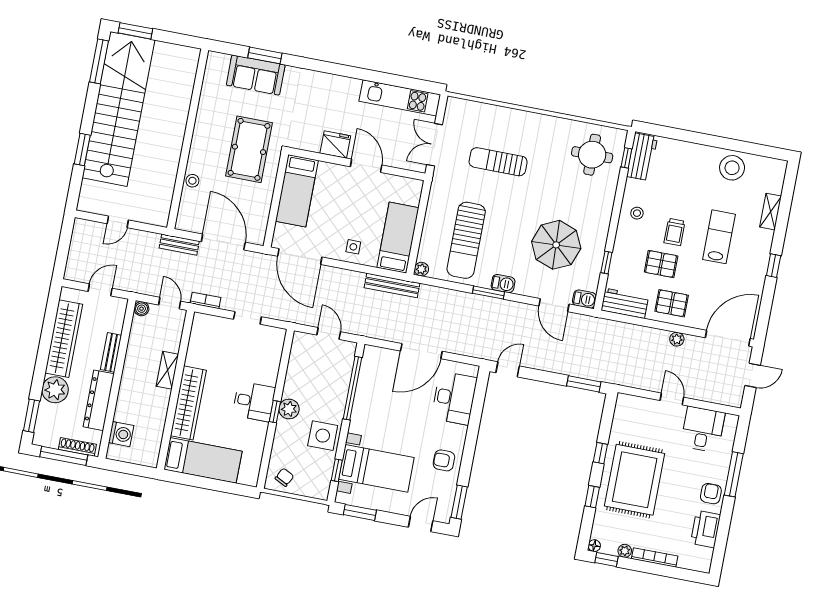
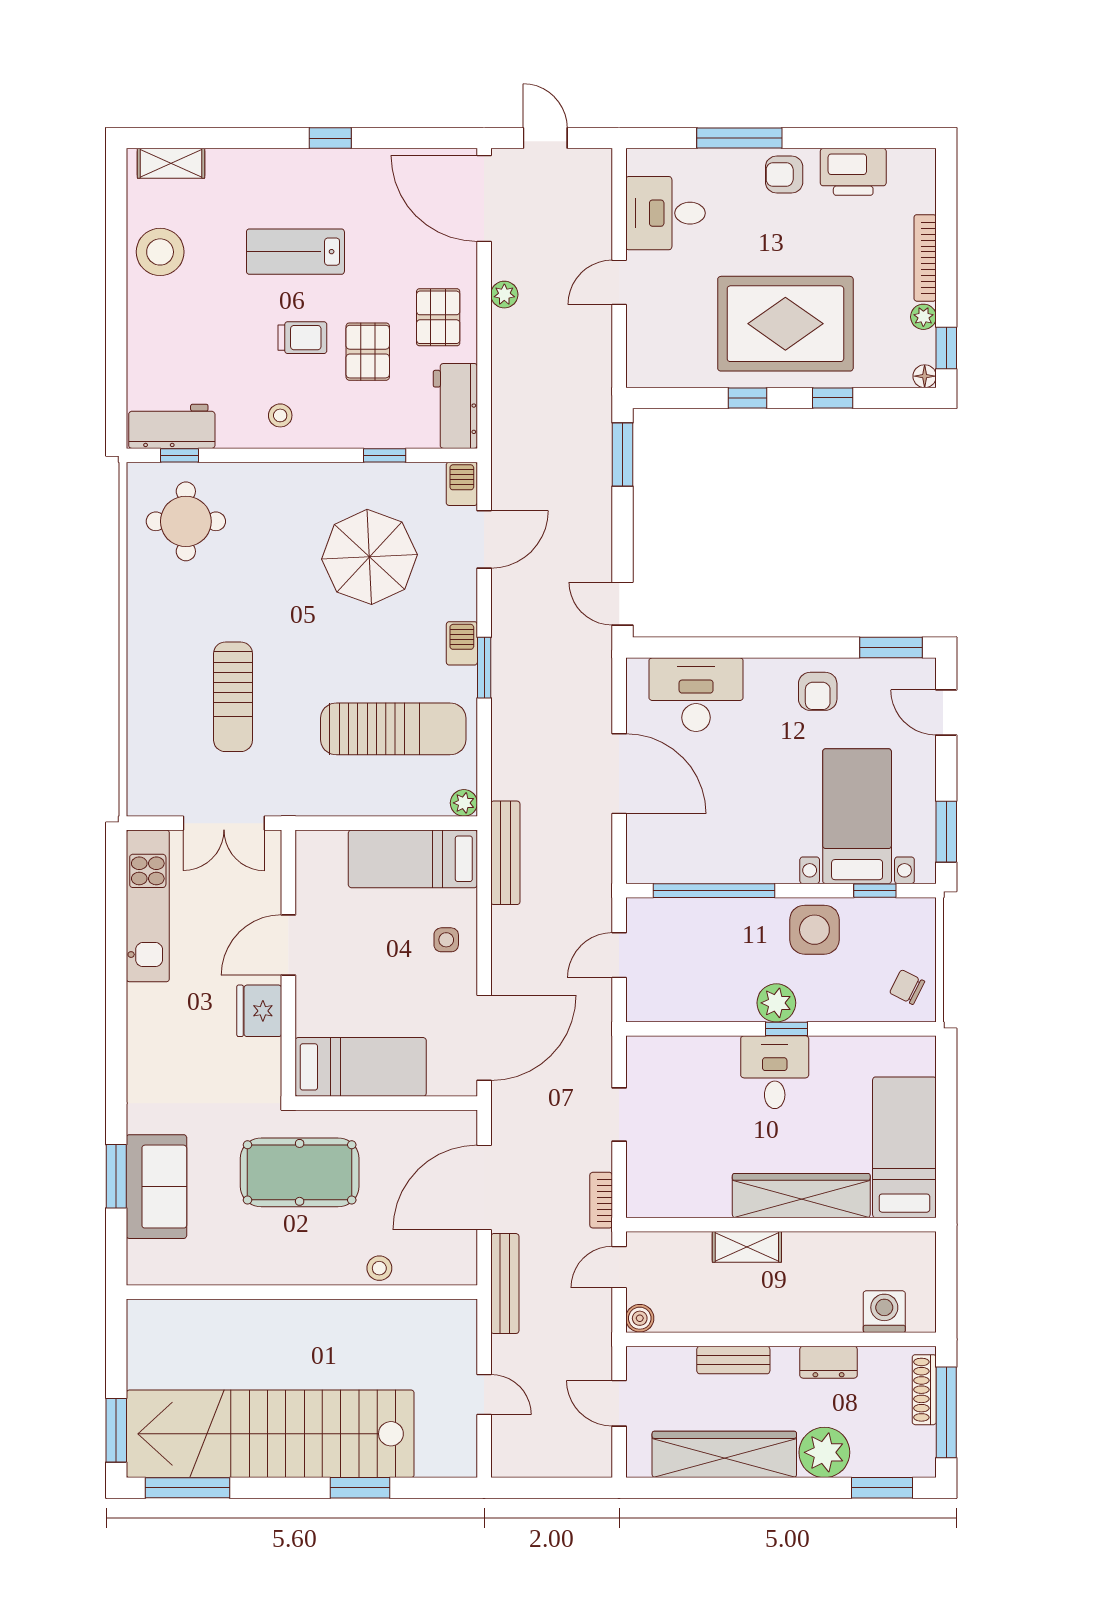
shelving: (771, 212) -> (171, 163), moved
bench: (179, 245) -> (505, 1284), width x1.36
dresser: (99, 400) -> (829, 1362), width x0.51, depth x0.80

